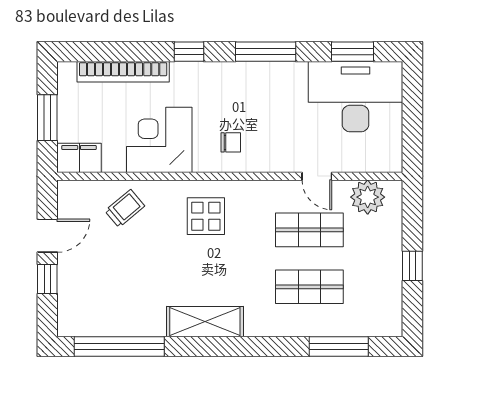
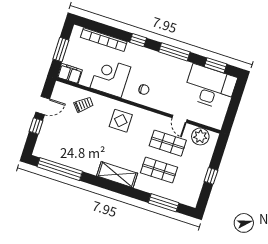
shelving: (205, 322) -> (117, 175), moved

